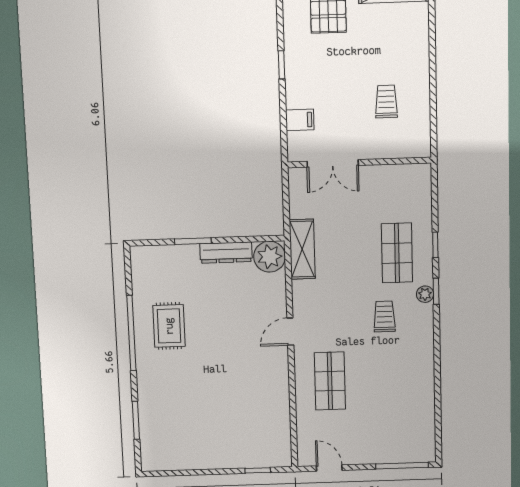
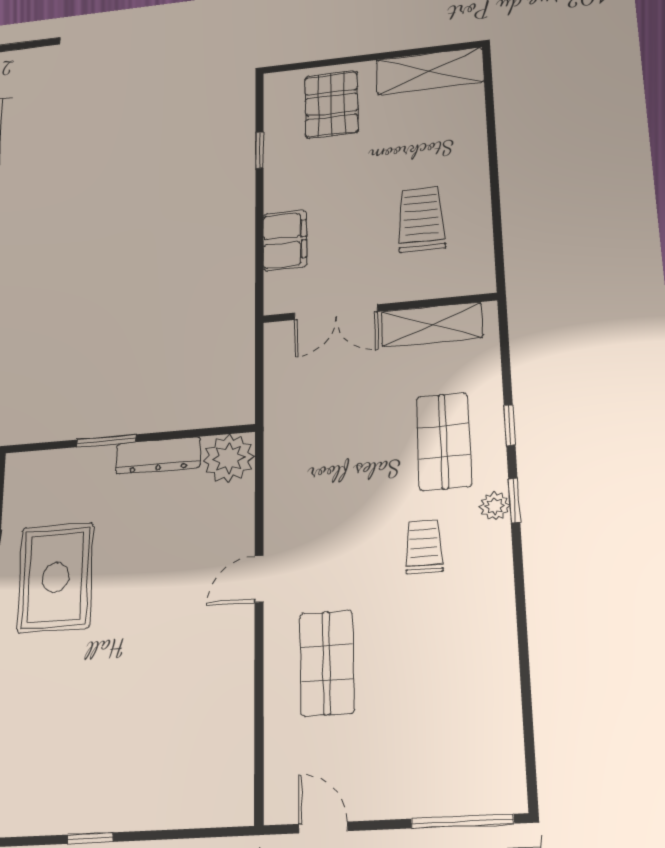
window: (282, 65) -> (259, 150), moved
trolley: (386, 102) -> (421, 219), width x1.36, depth x1.39
filing cabinet: (300, 120) -> (285, 240), width x2.00
shelving: (302, 249) -> (432, 324), moved, turned 90
rug: (169, 326) -> (56, 577), width x1.36, depth x1.43
window: (258, 470) -> (90, 838), moved

